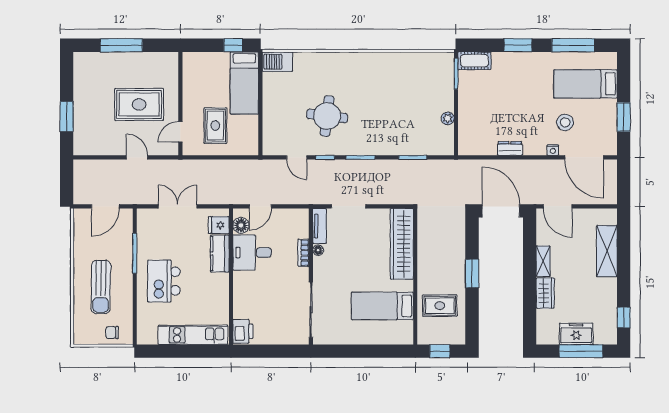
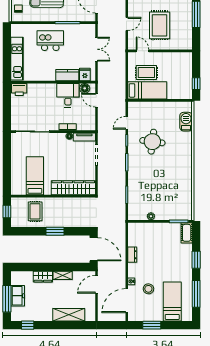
barbecue: (277, 62) -> (186, 122), moved
bed: (244, 83) -> (147, 90), moved, turned 180
door: (501, 211) -> (94, 249), hinge flipped

